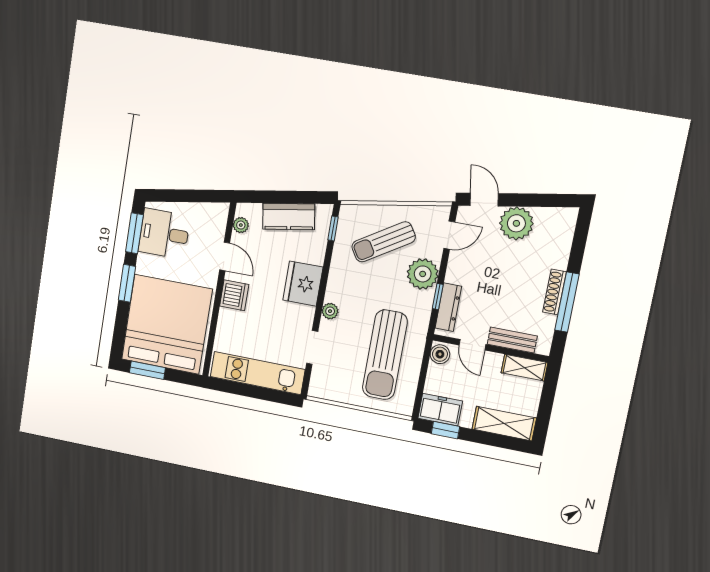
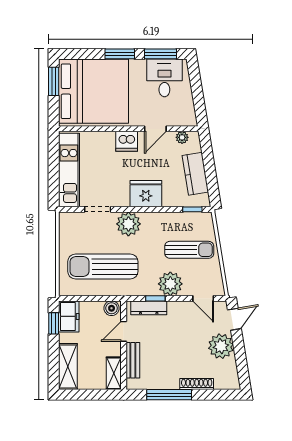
sun lounger: (384, 242) -> (189, 250), turned 122
shoe rack: (554, 292) -> (197, 384), moved
plant: (330, 311) -> (128, 224), width x1.87, depth x1.87

